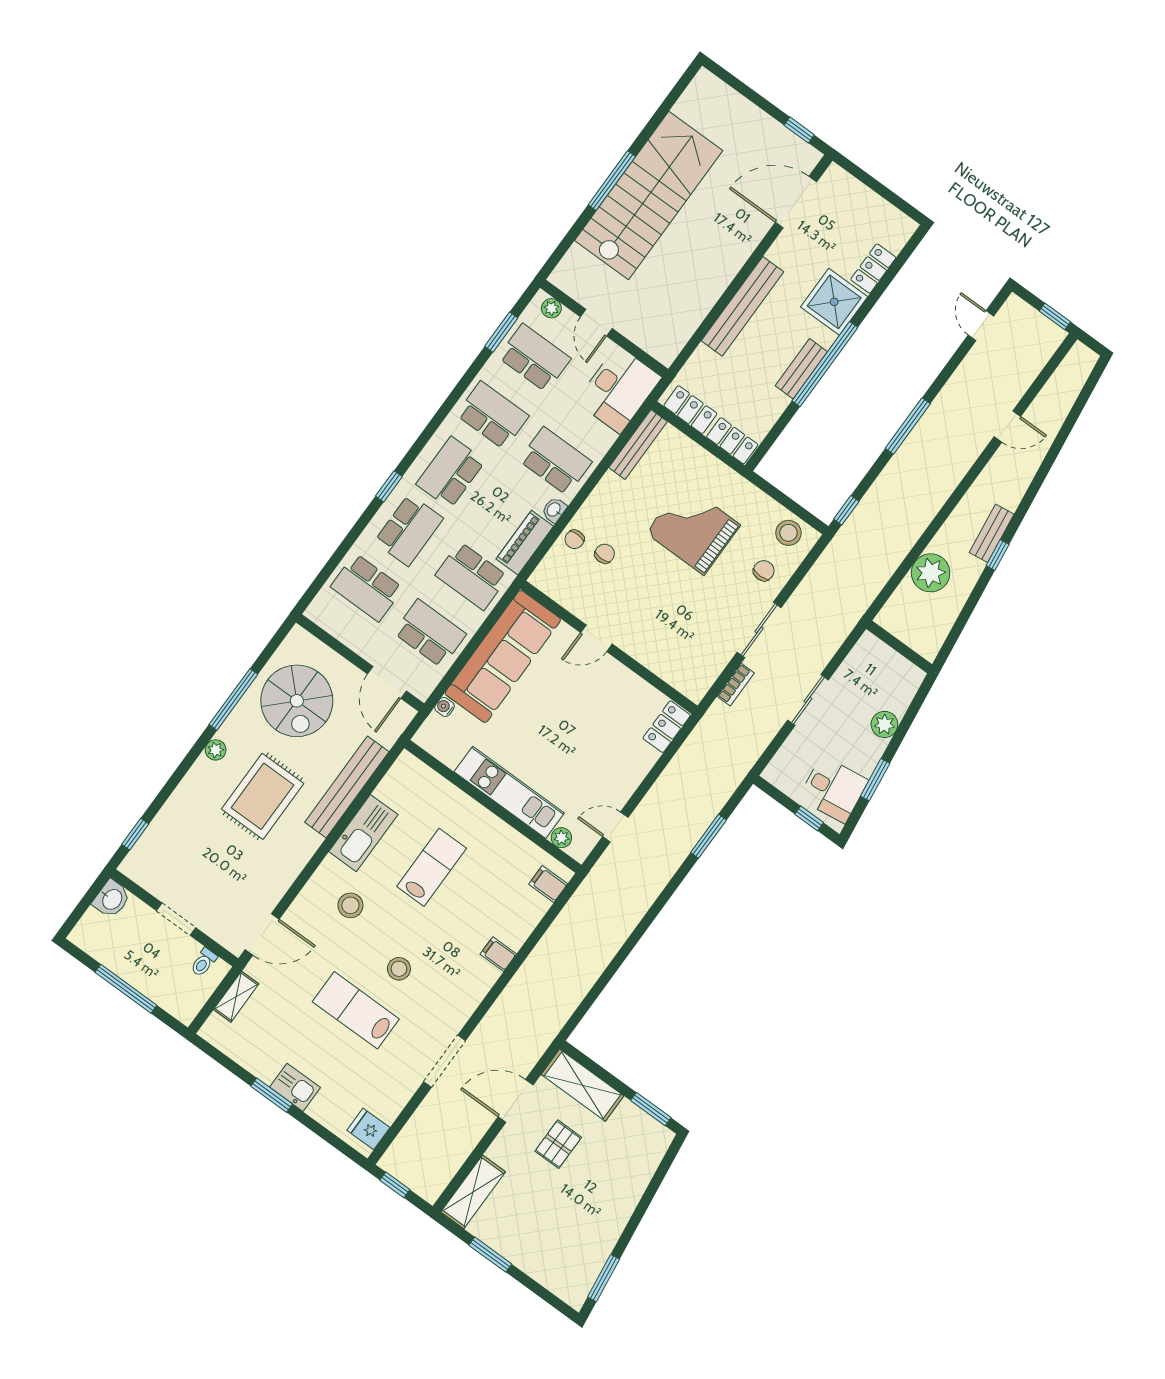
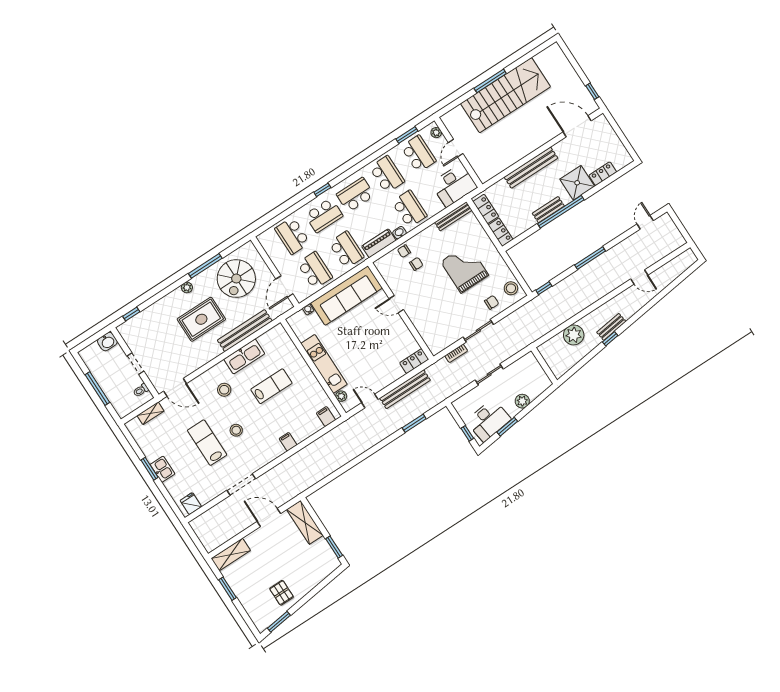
window: (1055, 316) -> (683, 232), removed
school desk: (472, 576) -> (346, 250), turned 180
bench: (669, 783) -> (405, 389), added
desk: (833, 789) -> (489, 420), width x1.37
pallet: (558, 1144) -> (282, 593), moved, turned 90
window: (395, 1185) -> (193, 536), removed

